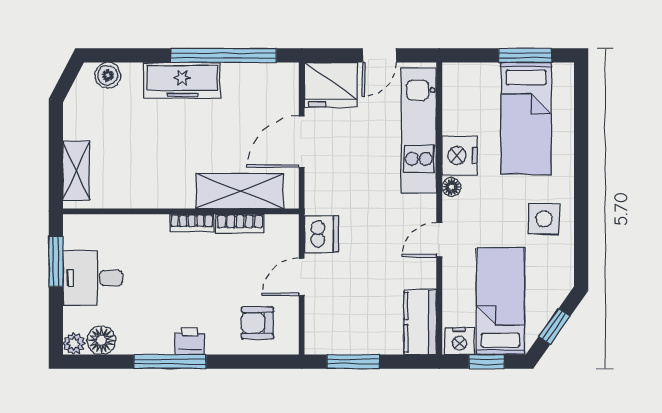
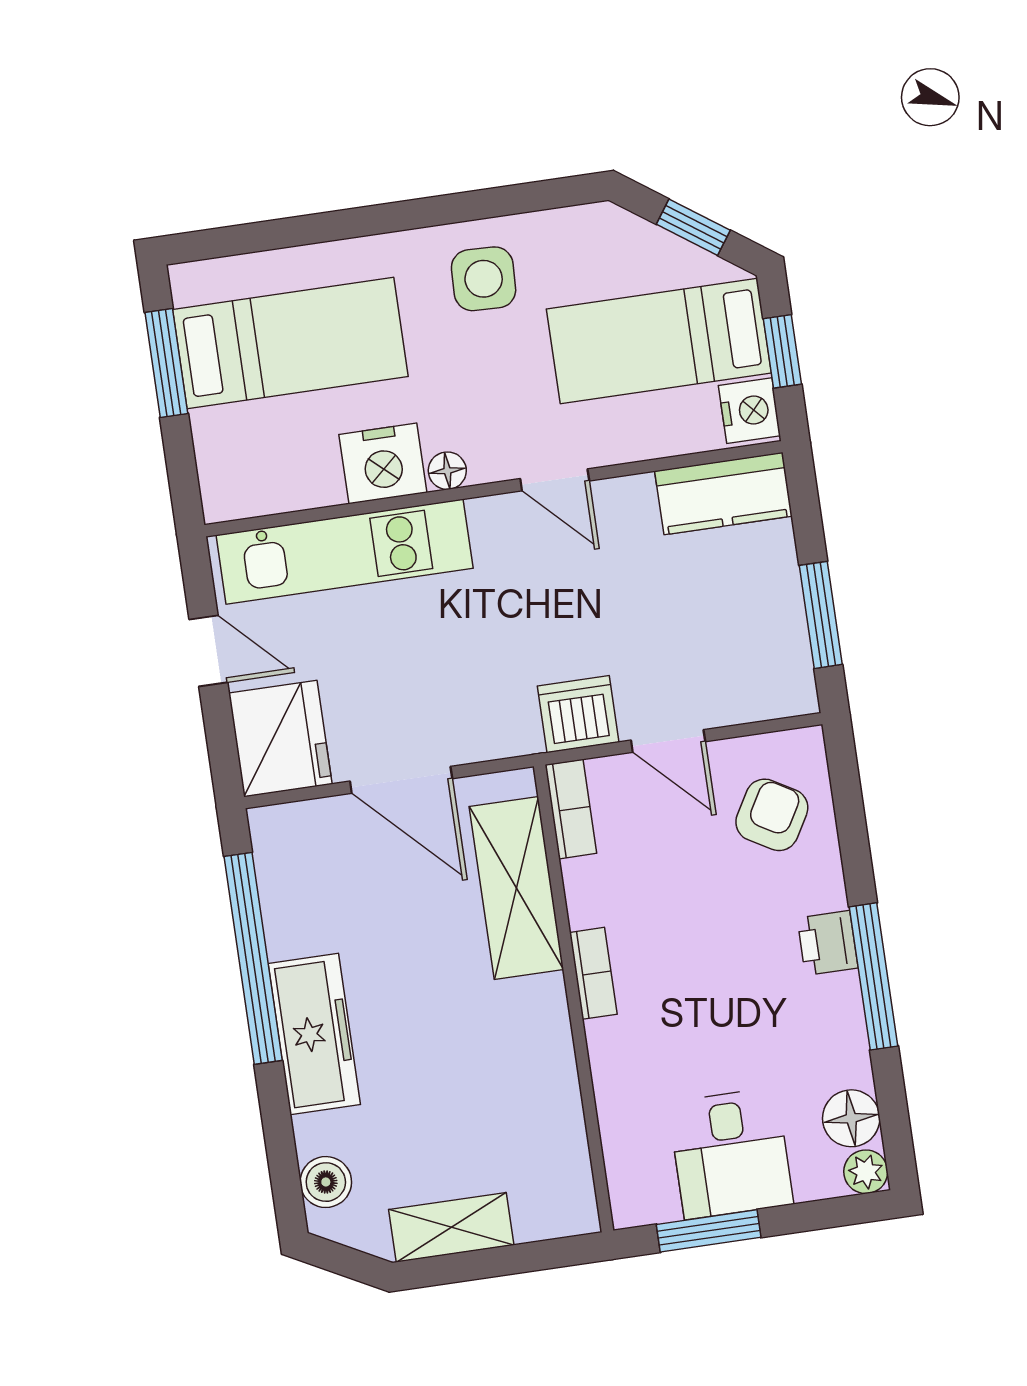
shelving: (76, 171) -> (451, 1227), moved
bookcase: (240, 224) -> (571, 809), moved
armchair: (257, 323) -> (772, 815), turned -150

